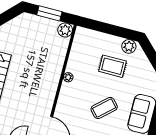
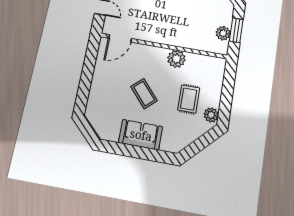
plant: (65, 30) -> (223, 33), moved
plant: (68, 77) -> (176, 59), width x1.88, depth x1.88

